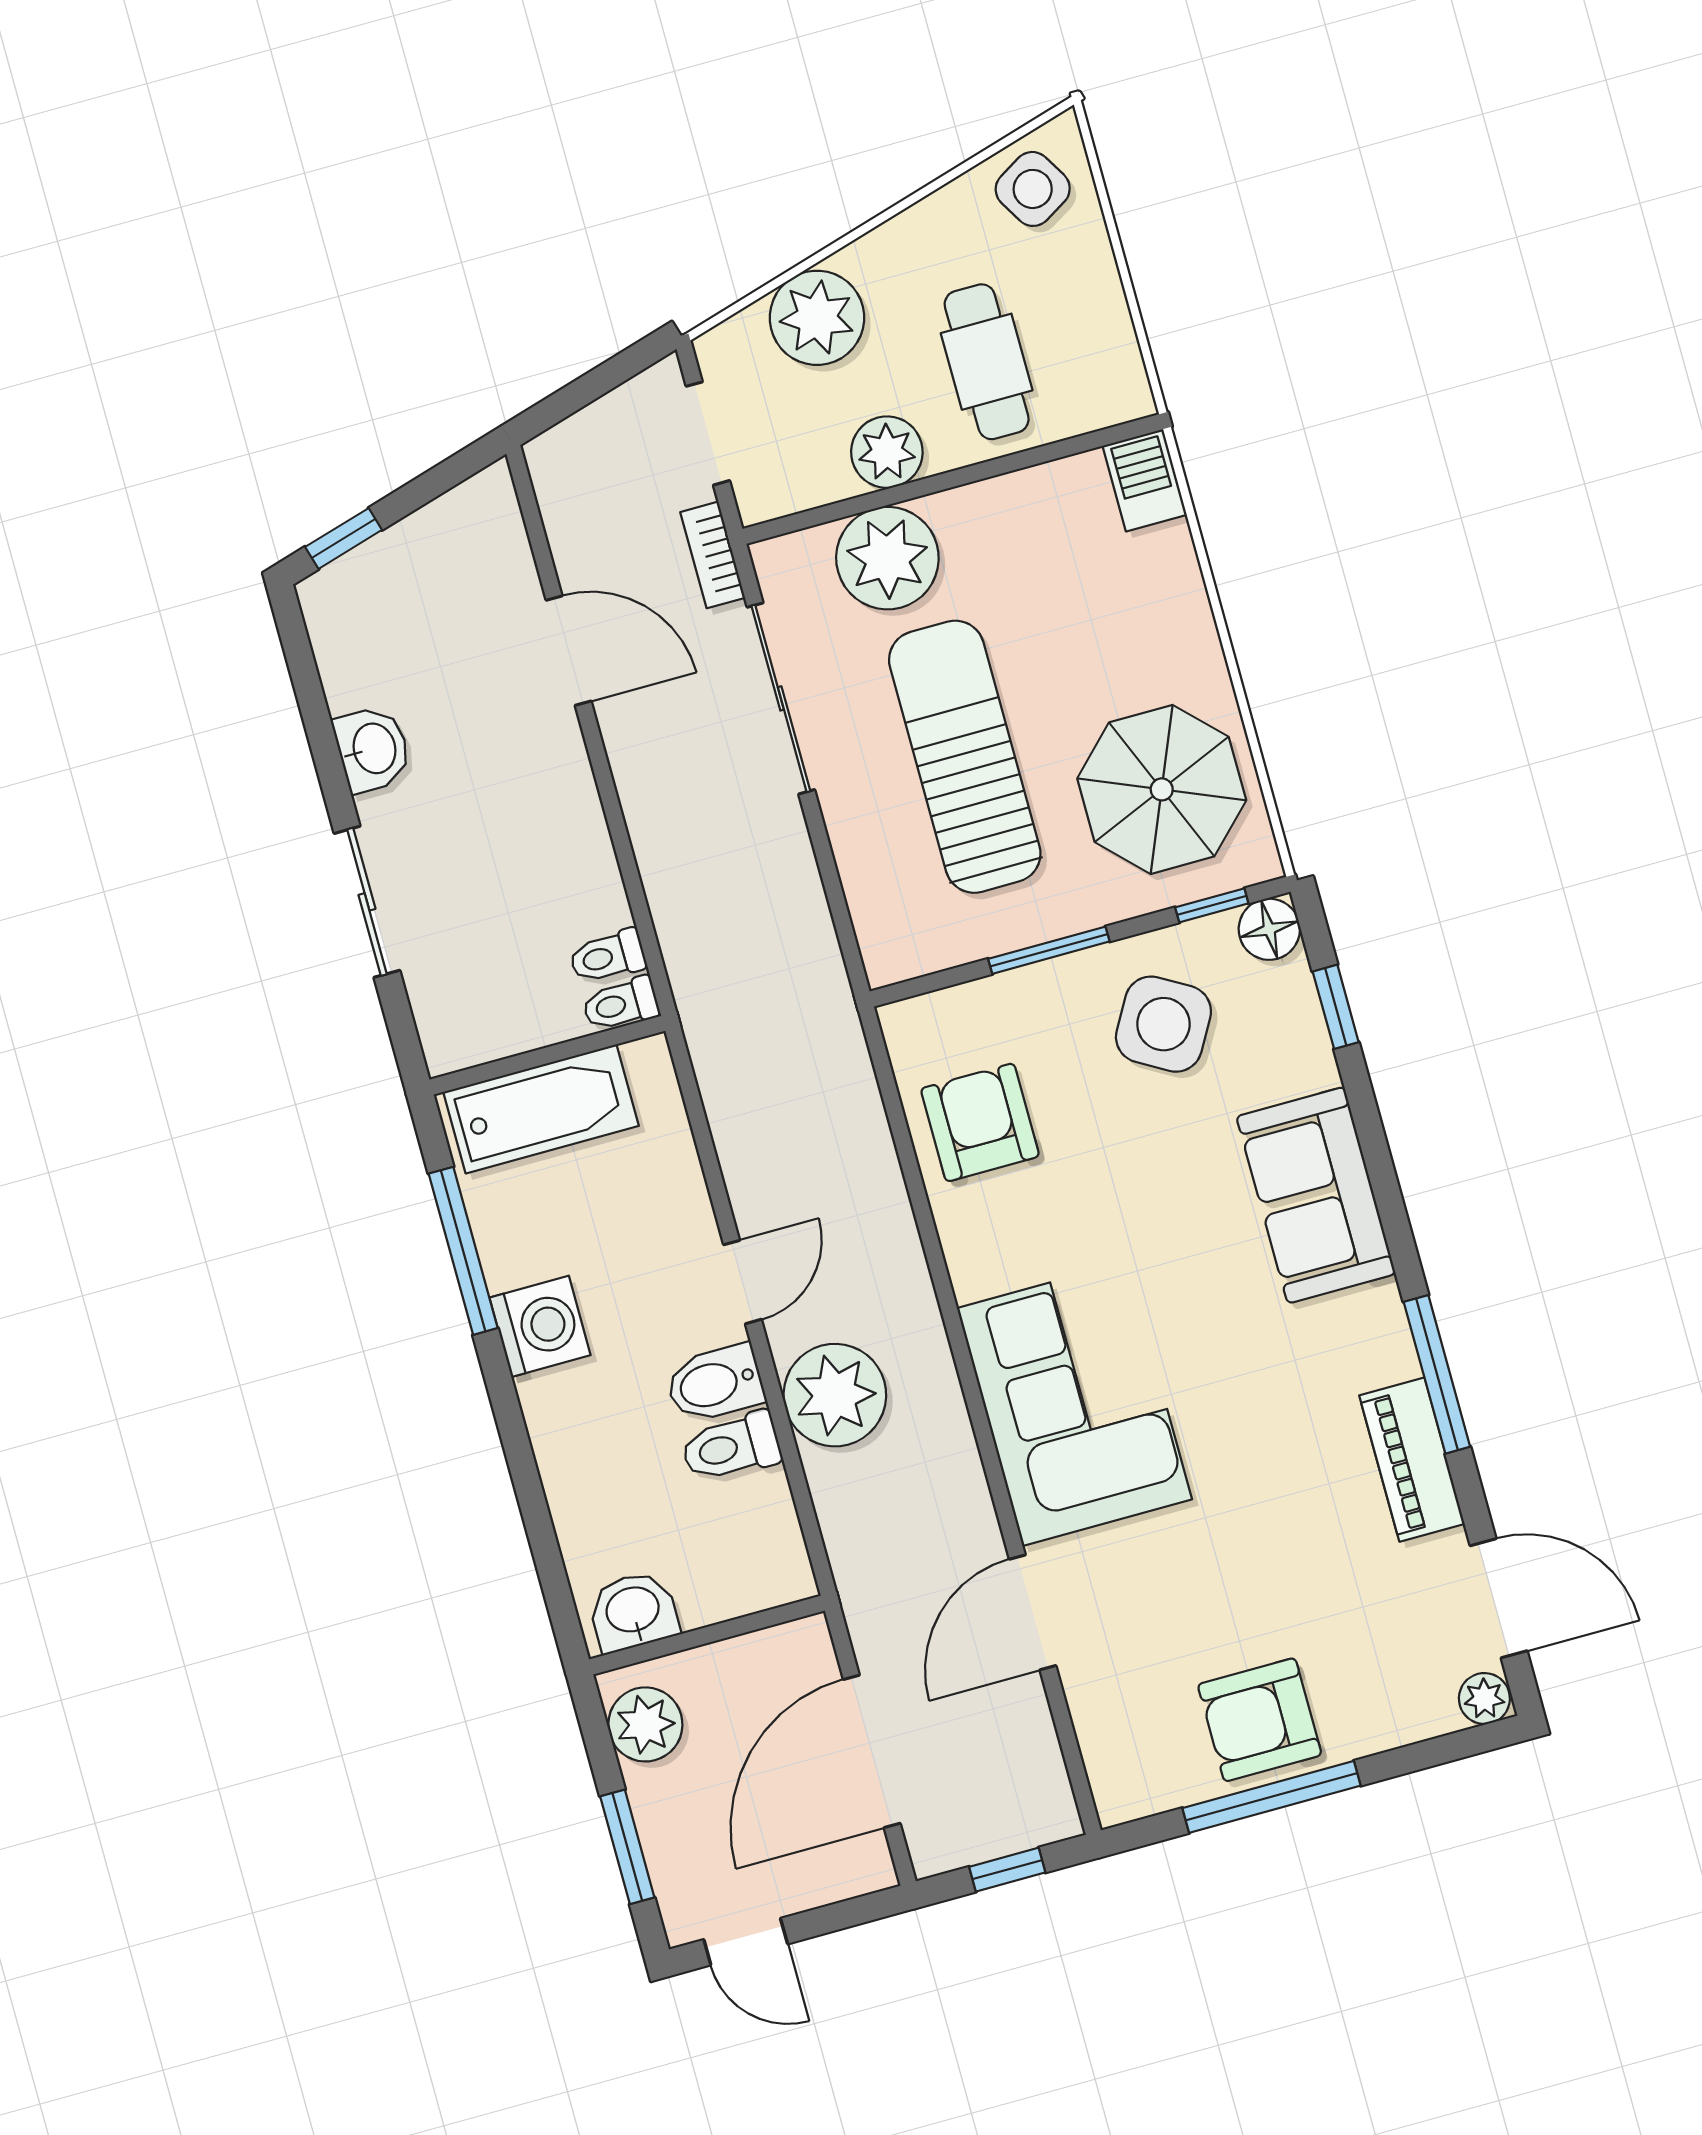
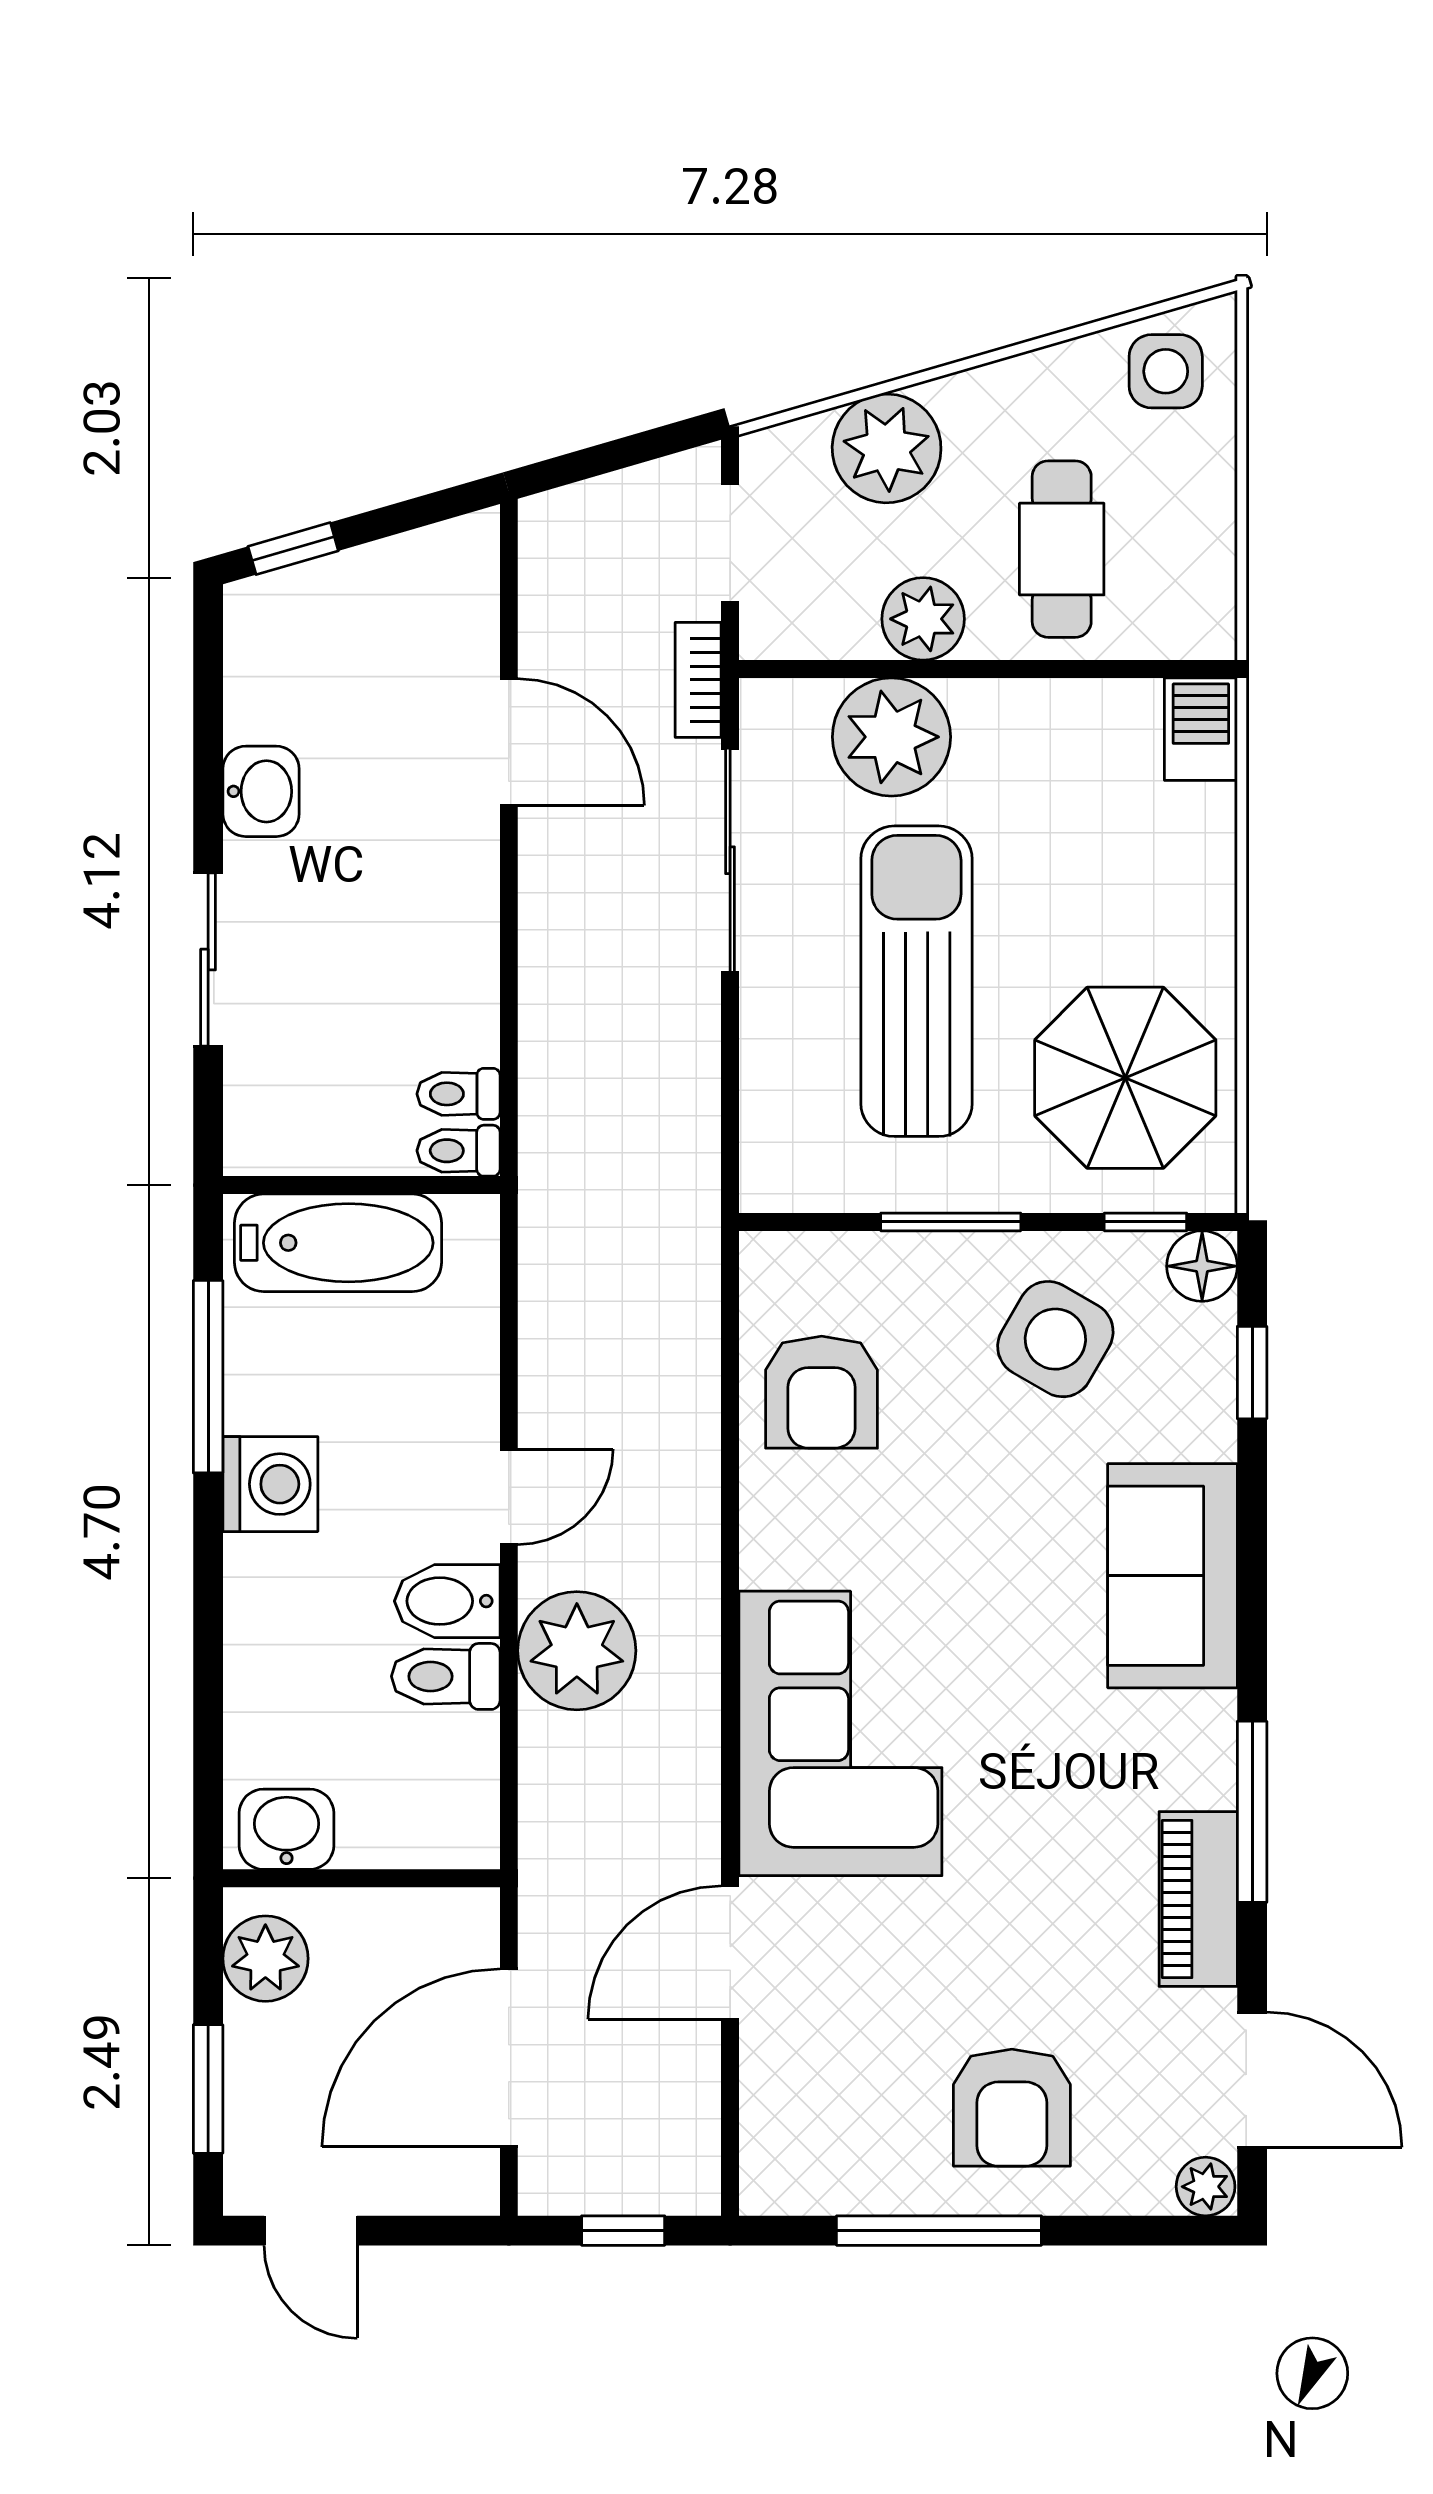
side table: (1033, 189) -> (1166, 371), turned 31
armchair: (980, 1122) -> (822, 1392), turned 180
armchair: (1260, 1720) -> (1012, 2108), moved, turned -90

